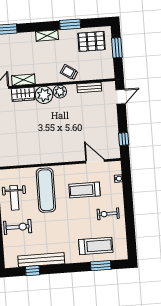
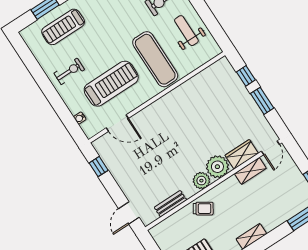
treadmill: (85, 190) -> (111, 84), width x1.37, depth x1.38

